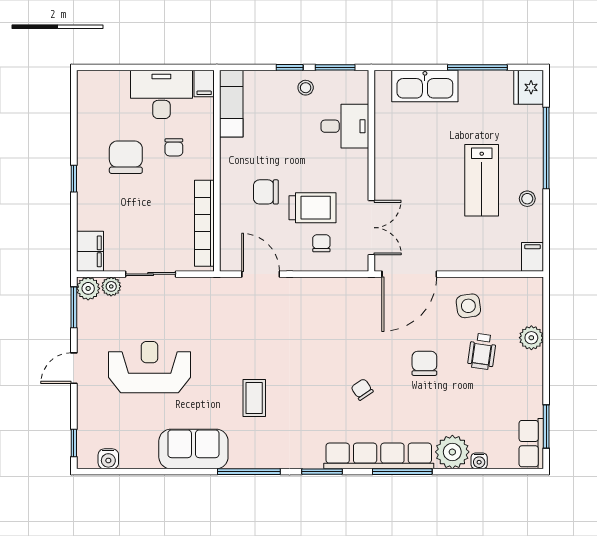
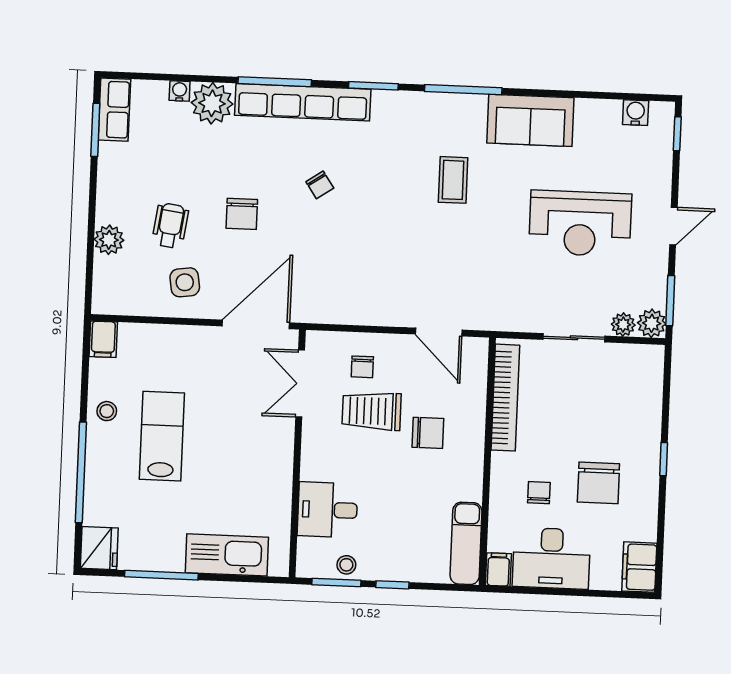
stool: (306, 88) -> (346, 565), moved
filing cabinet: (90, 251) -> (639, 567), moved

